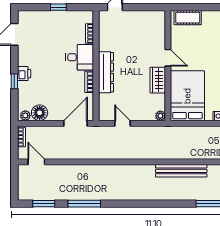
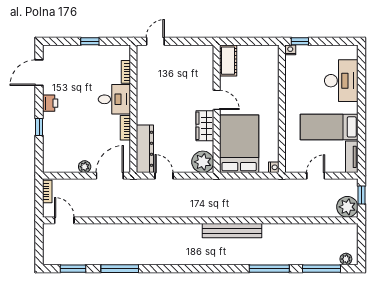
cot: (188, 18) -> (228, 61), moved, turned 90
dresser: (106, 72) -> (145, 149), moved
printer: (24, 74) -> (50, 103), moved
floor lamp: (40, 113) -> (68, 163), removed
plant: (25, 116) -> (85, 167), moved
plant: (160, 116) -> (203, 162), width x1.88, depth x1.88

